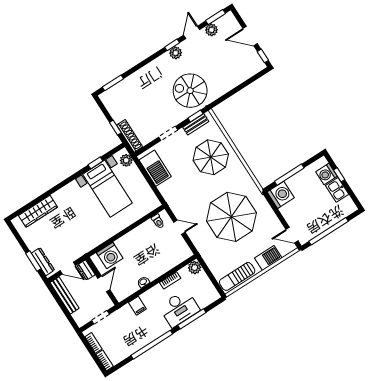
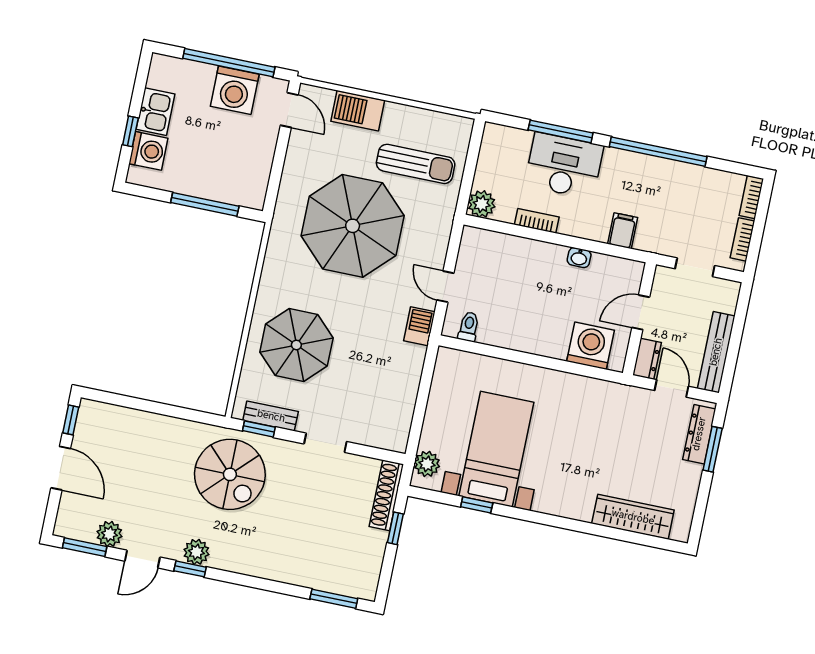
barbecue: (155, 168) -> (419, 326), moved, width x0.53, depth x0.65
washing machine: (281, 195) -> (235, 90), moved, turned -90
sun lounger: (237, 276) -> (416, 164), moved

